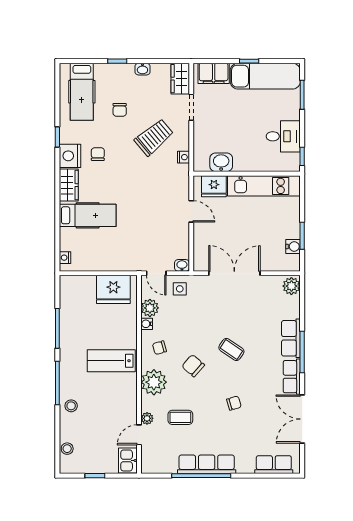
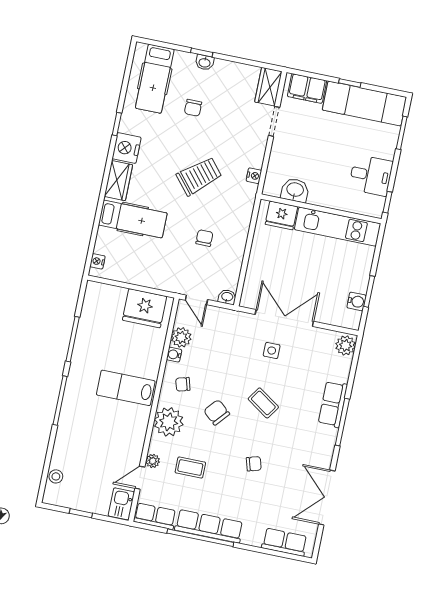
washbasin: (142, 69) -> (205, 62), moved
trolley: (154, 137) -> (199, 176), moved
chair: (98, 154) -> (204, 238), moved
door: (191, 211) -> (250, 238), removed
side table: (180, 289) -> (272, 351), moved
row of seats: (292, 377) -> (155, 516), moved, turned 90
stool: (71, 406) -> (70, 429), removed

